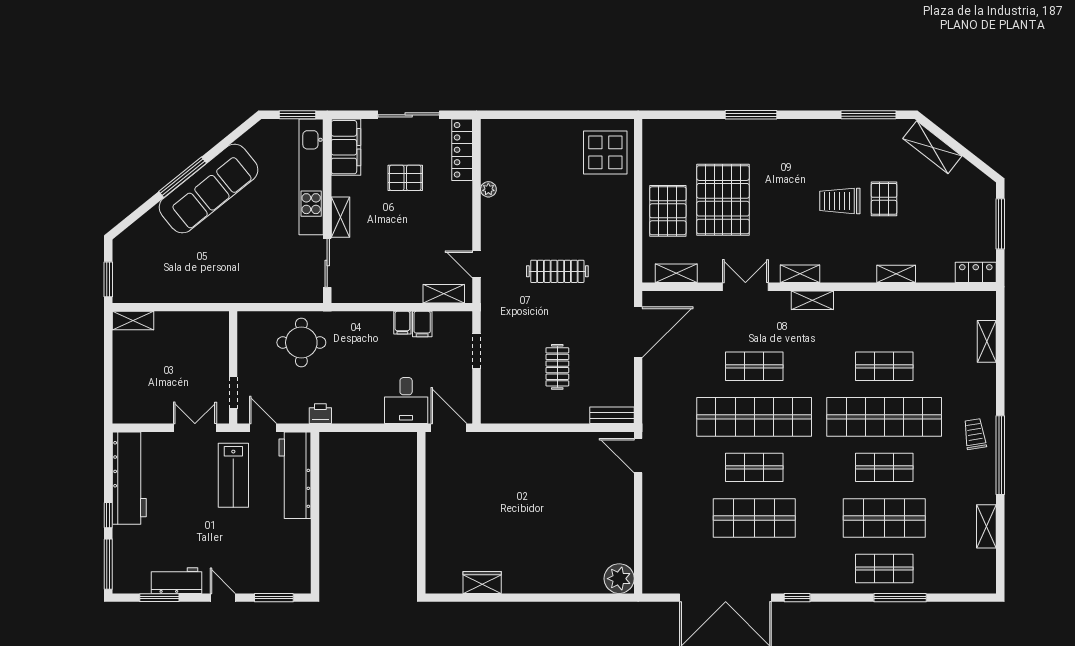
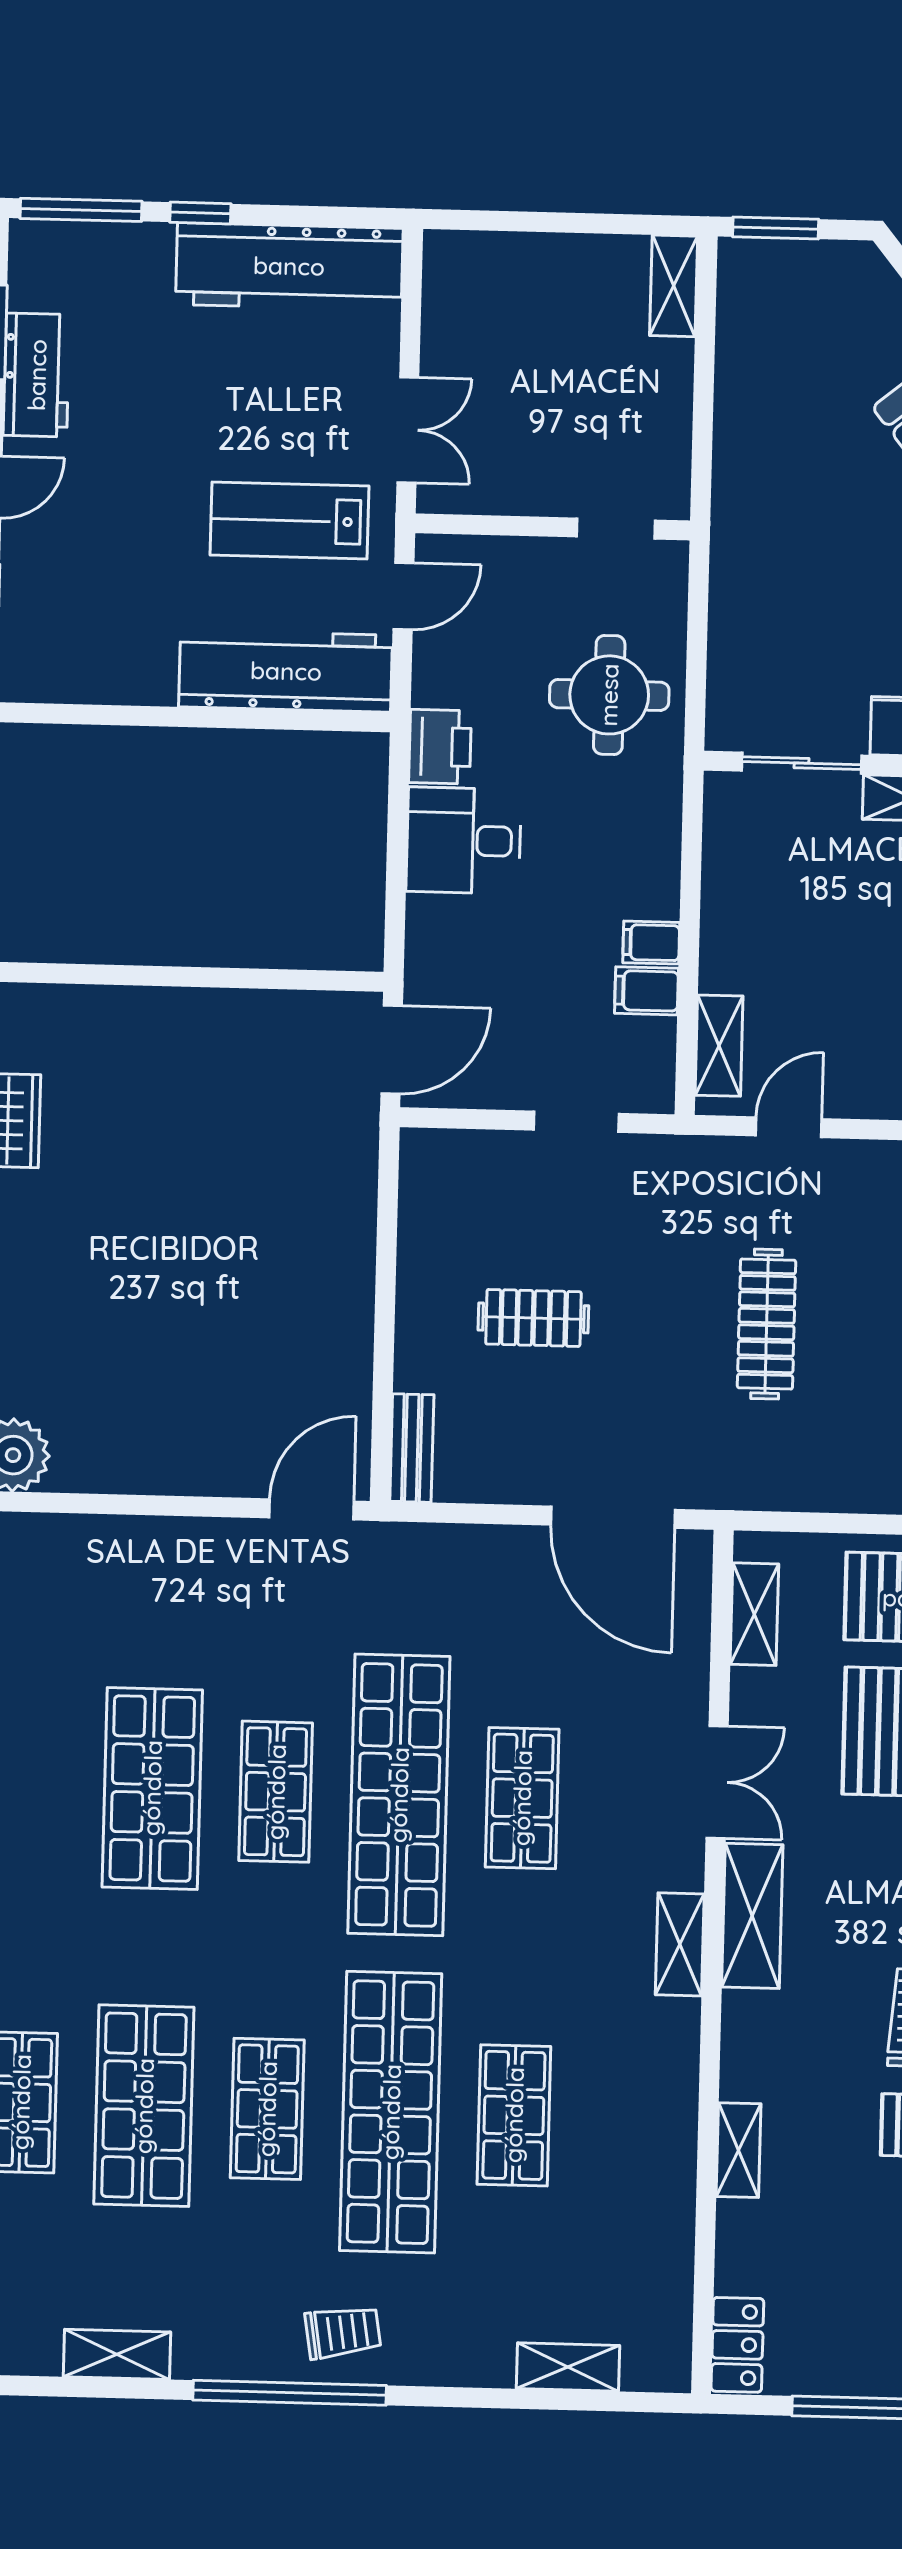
shelving: (800, 274) -> (752, 1916), width x1.50, depth x1.33
doorway: (233, 393) -> (616, 529), moved
desk: (406, 401) -> (464, 840), moved
printer: (320, 414) -> (440, 747), width x1.36, depth x1.24

